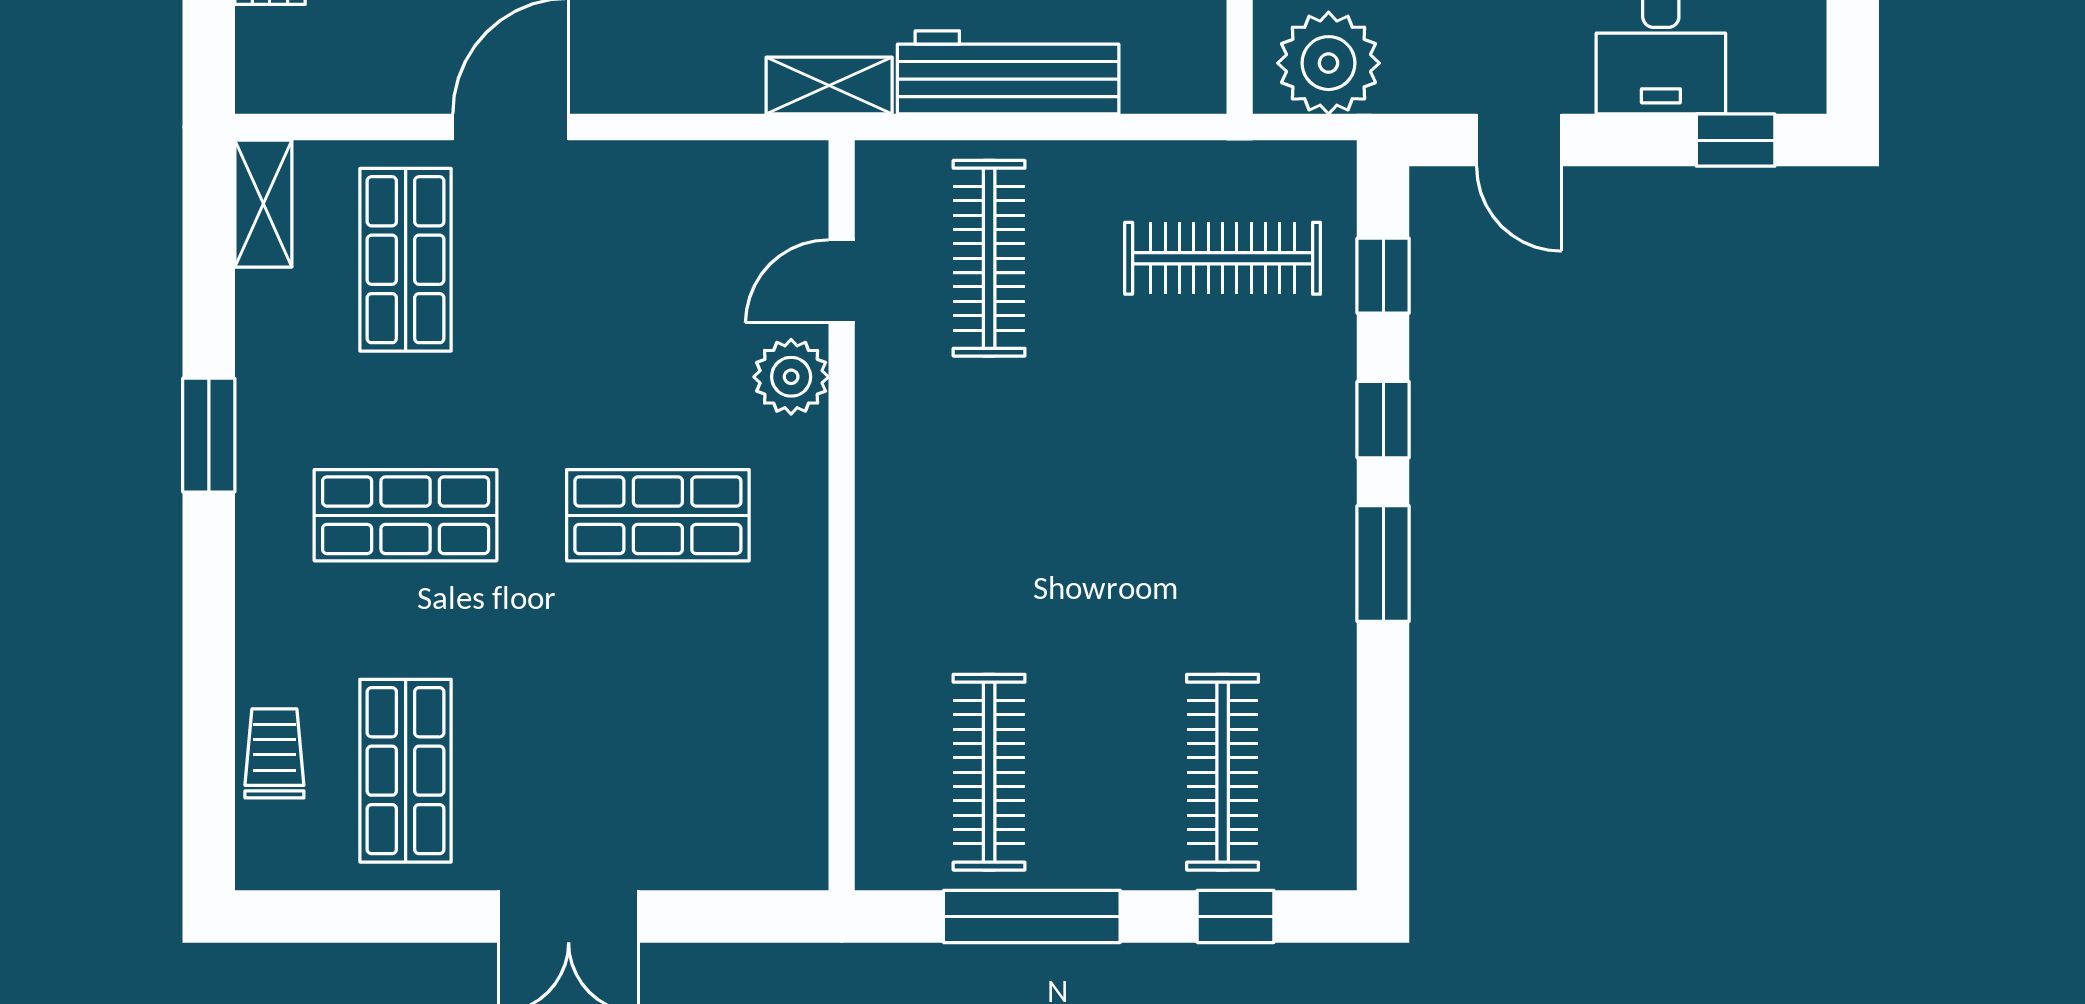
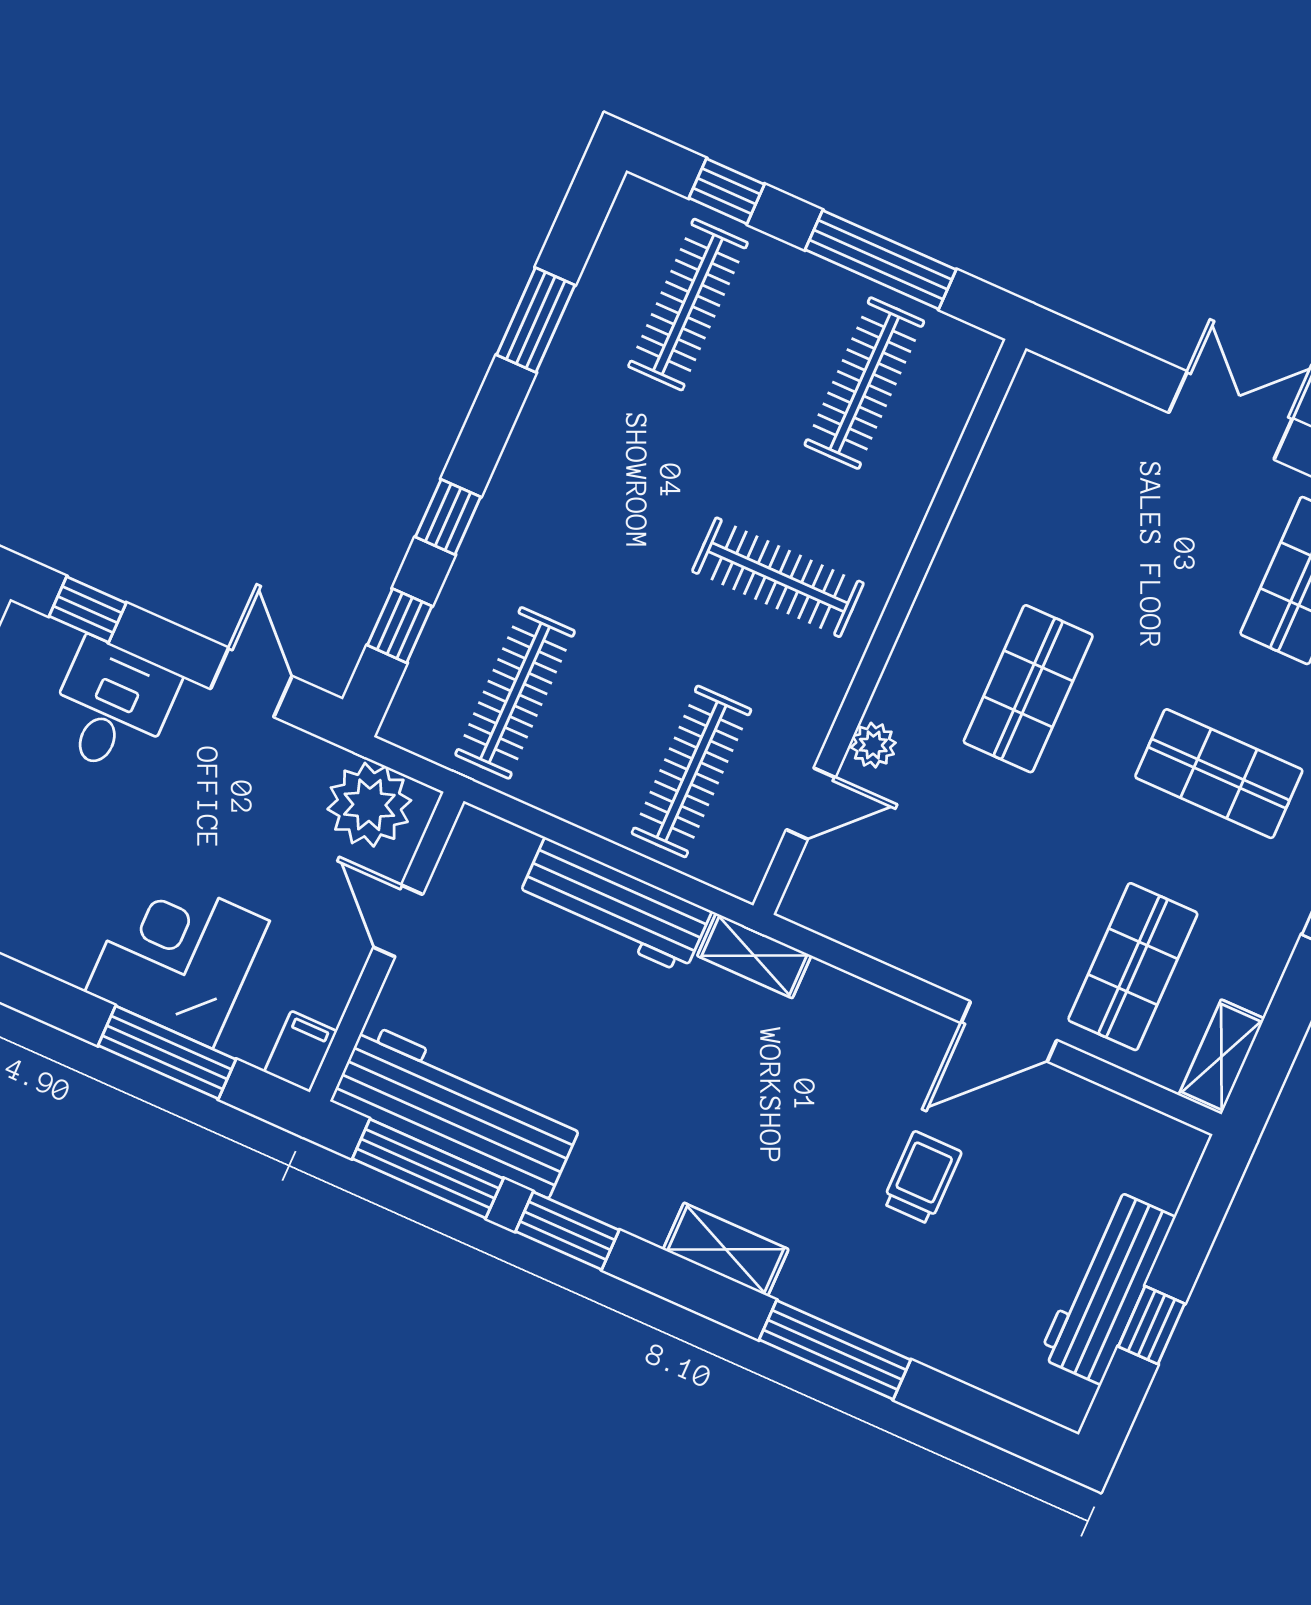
clothes rail: (1223, 258) -> (515, 693), turned 90
plant: (791, 377) -> (873, 745), width x0.73, depth x0.73
shop shelf: (658, 515) -> (1028, 689), turned 90
clothes rail: (989, 515) -> (778, 577), added
window: (1383, 564) -> (536, 320), moved

